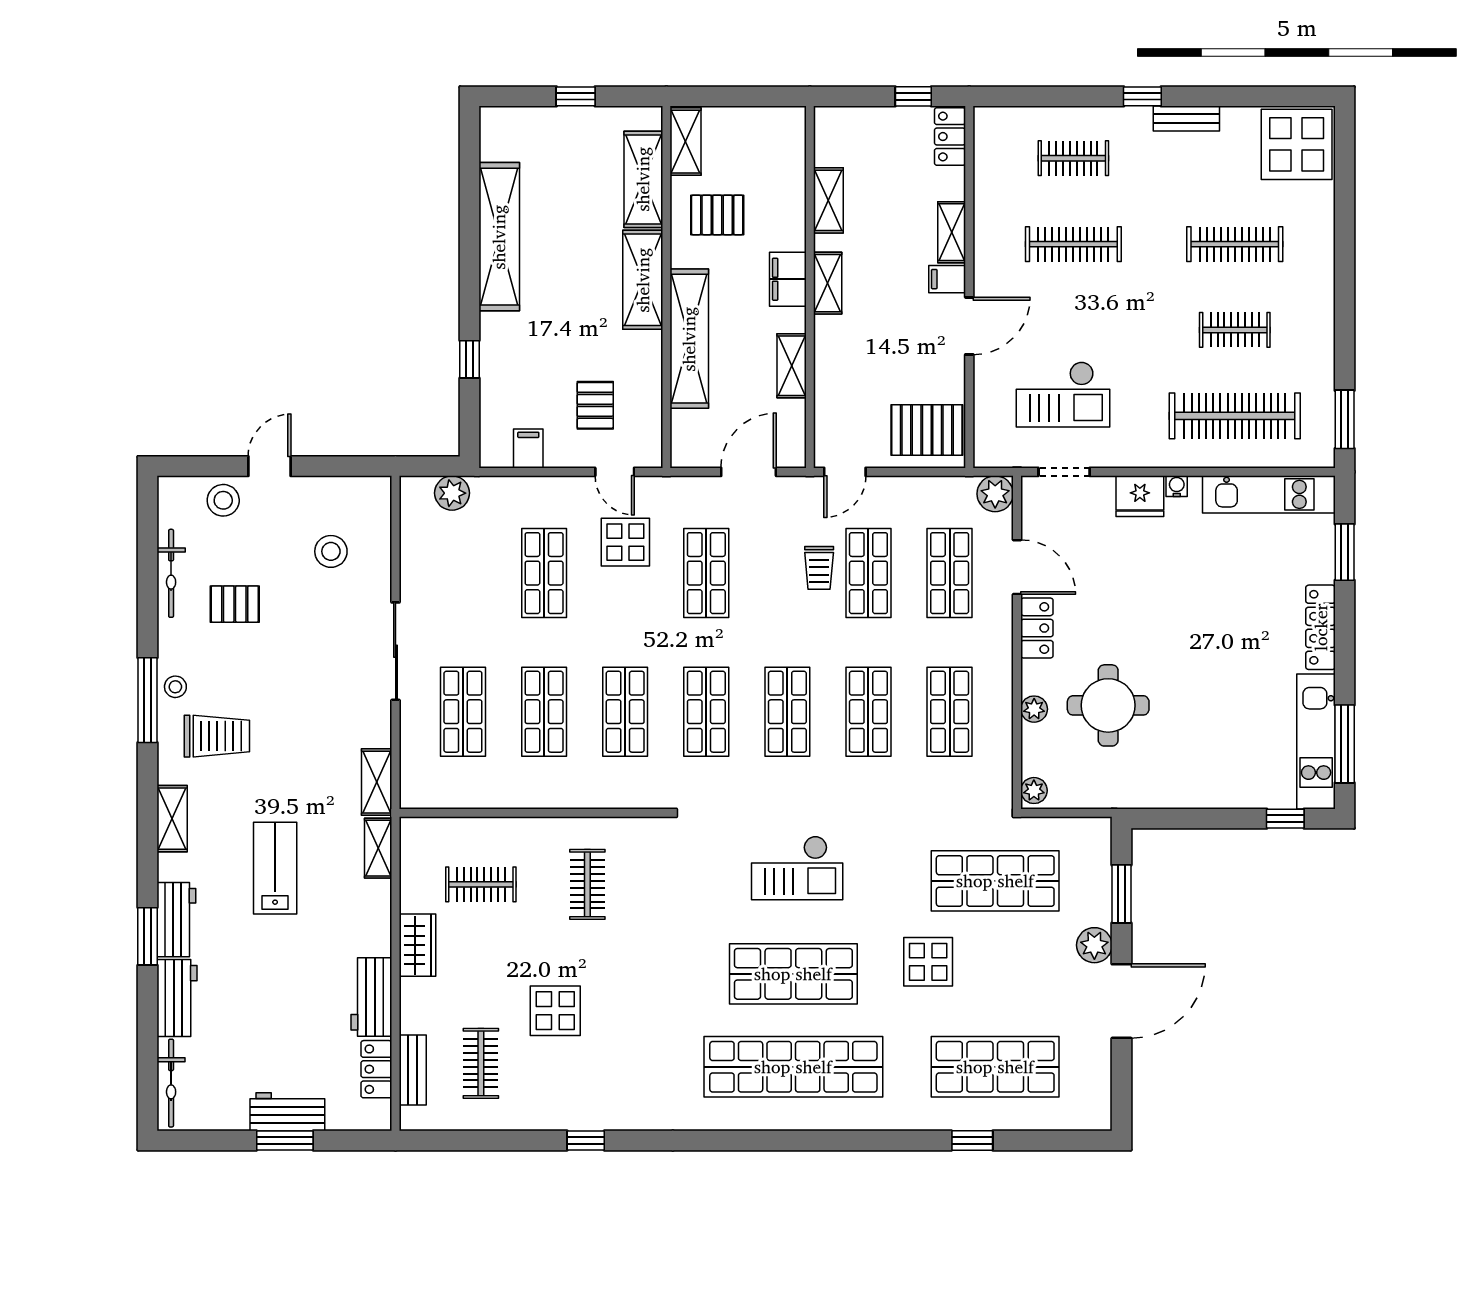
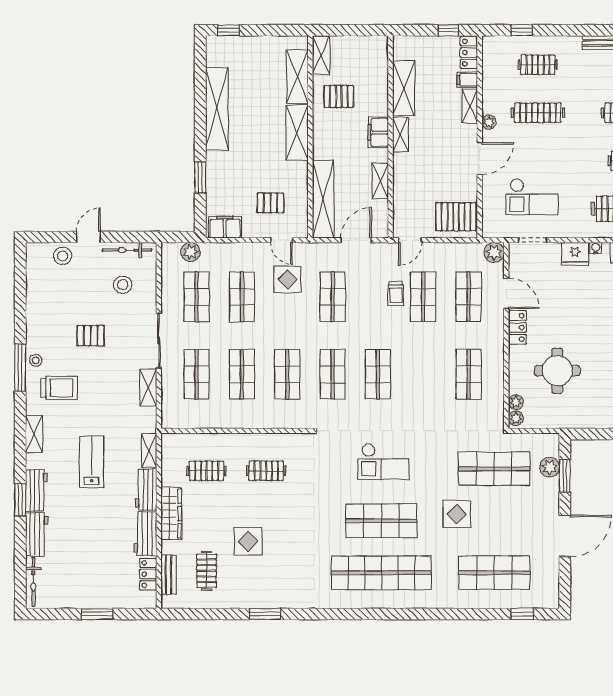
window: (576, 96) -> (228, 30), moved
window: (1142, 96) -> (522, 30), moved
shelving: (828, 200) -> (404, 88), width x1.50, depth x1.33
plant: (986, 261) -> (489, 122), added
filing cabinet: (947, 279) -> (467, 80), moved
shelving: (689, 339) -> (323, 199), moved
window: (469, 359) -> (200, 177), width x1.50
pallet: (595, 405) -> (270, 203), turned 90
filing cabinet: (528, 448) -> (225, 227), width x2.00
bicycle: (171, 573) -> (127, 250), moved, turned 90
pallet: (235, 604) -> (91, 336), moved
plant: (1034, 709) -> (516, 402), moved
shop shelf: (868, 712) -> (197, 297), moved
shelving: (377, 782) -> (148, 388), moved
clothes rail: (587, 884) -> (266, 471), turned 90
wardrobe: (417, 945) -> (171, 513), width x1.50
plant: (1094, 945) -> (550, 467), moved
workbench: (287, 1112) -> (146, 490), moved, turned -90
window: (586, 1141) -> (265, 614), width x1.50
window: (972, 1141) -> (522, 614), moved

